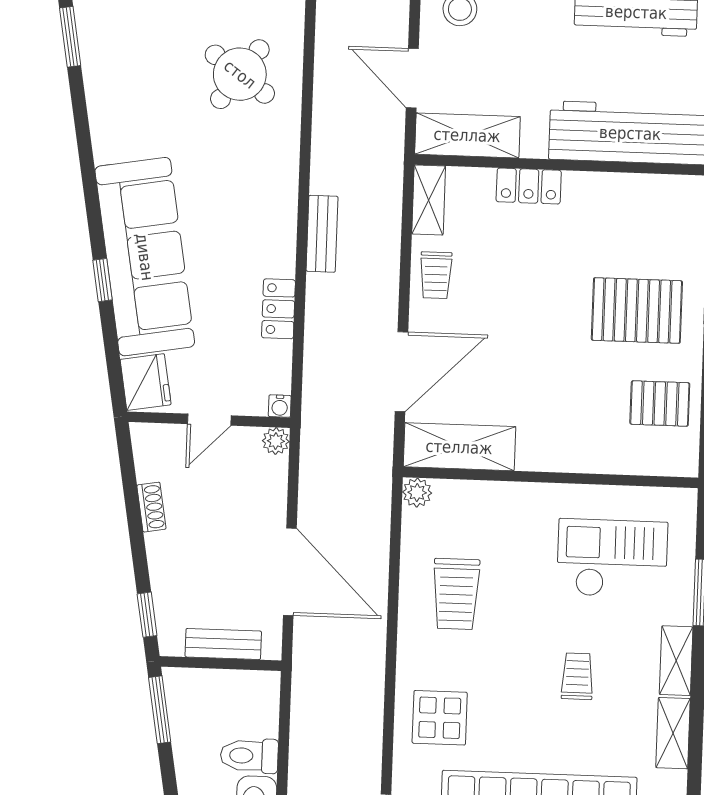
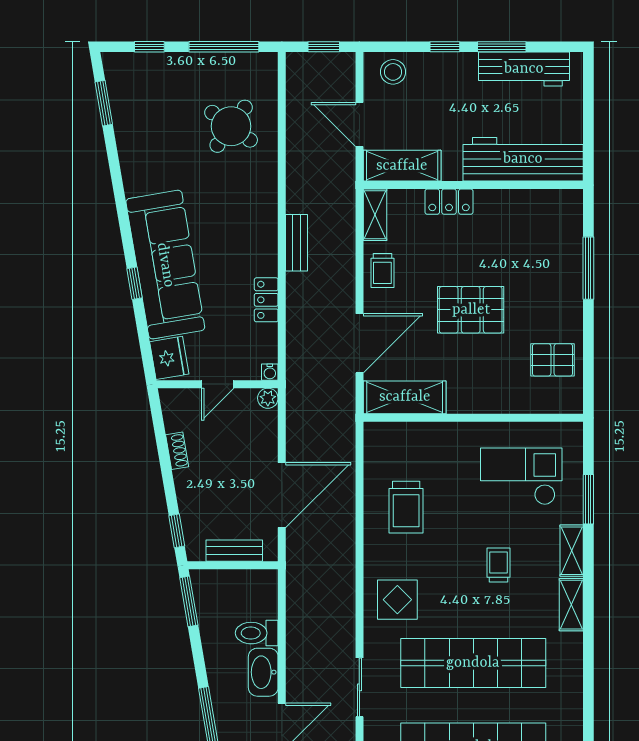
pallet: (637, 311) -> (471, 310), moved
plant: (417, 493) -> (374, 433), removed
door: (290, 572) -> (282, 495), hinge flipped

